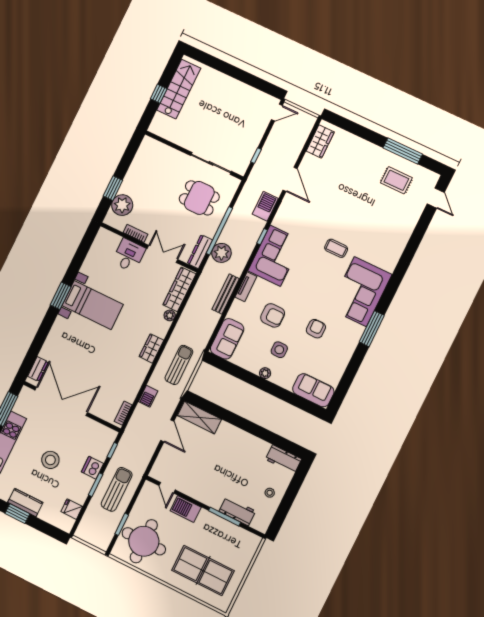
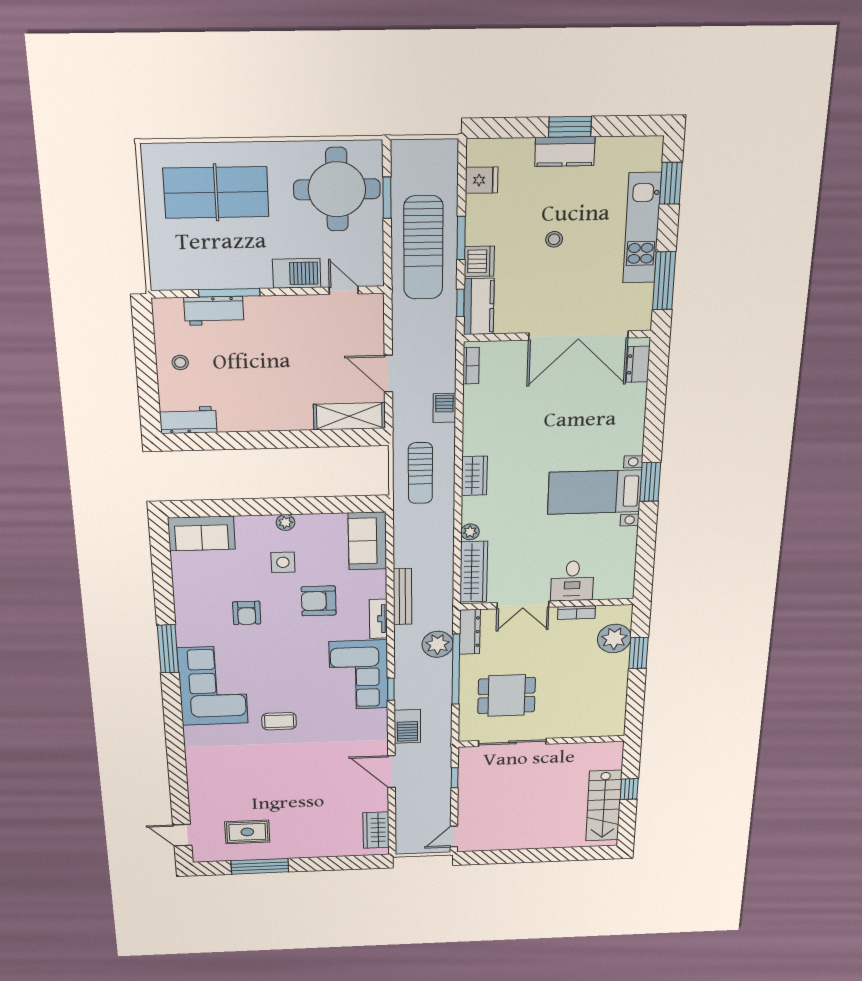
kitchen counter: (104, 444) -> (479, 306), added
stool: (50, 460) -> (554, 239), width x0.53, depth x0.53
sun lounger: (117, 489) -> (423, 248), width x1.36, depth x1.34

